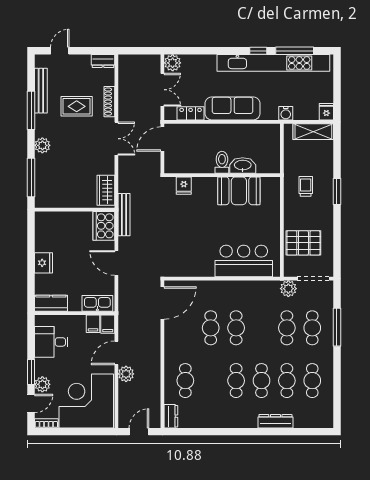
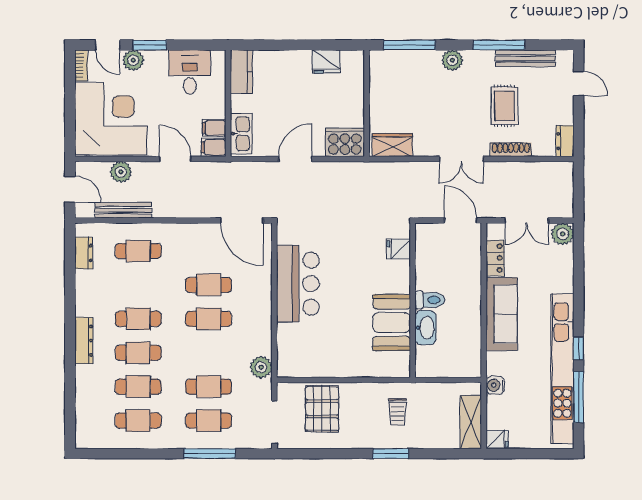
trolley: (306, 186) -> (397, 412), turned 90
bench: (124, 215) -> (123, 210), moved
bar counter: (244, 261) -> (298, 284), moved
fridge: (43, 263) -> (326, 62), moved
plant: (288, 289) -> (261, 367), moved
plant: (126, 374) -> (121, 172), moved
dresser: (171, 416) -> (84, 253), moved, turned -90
dresser: (275, 421) -> (84, 341), moved

